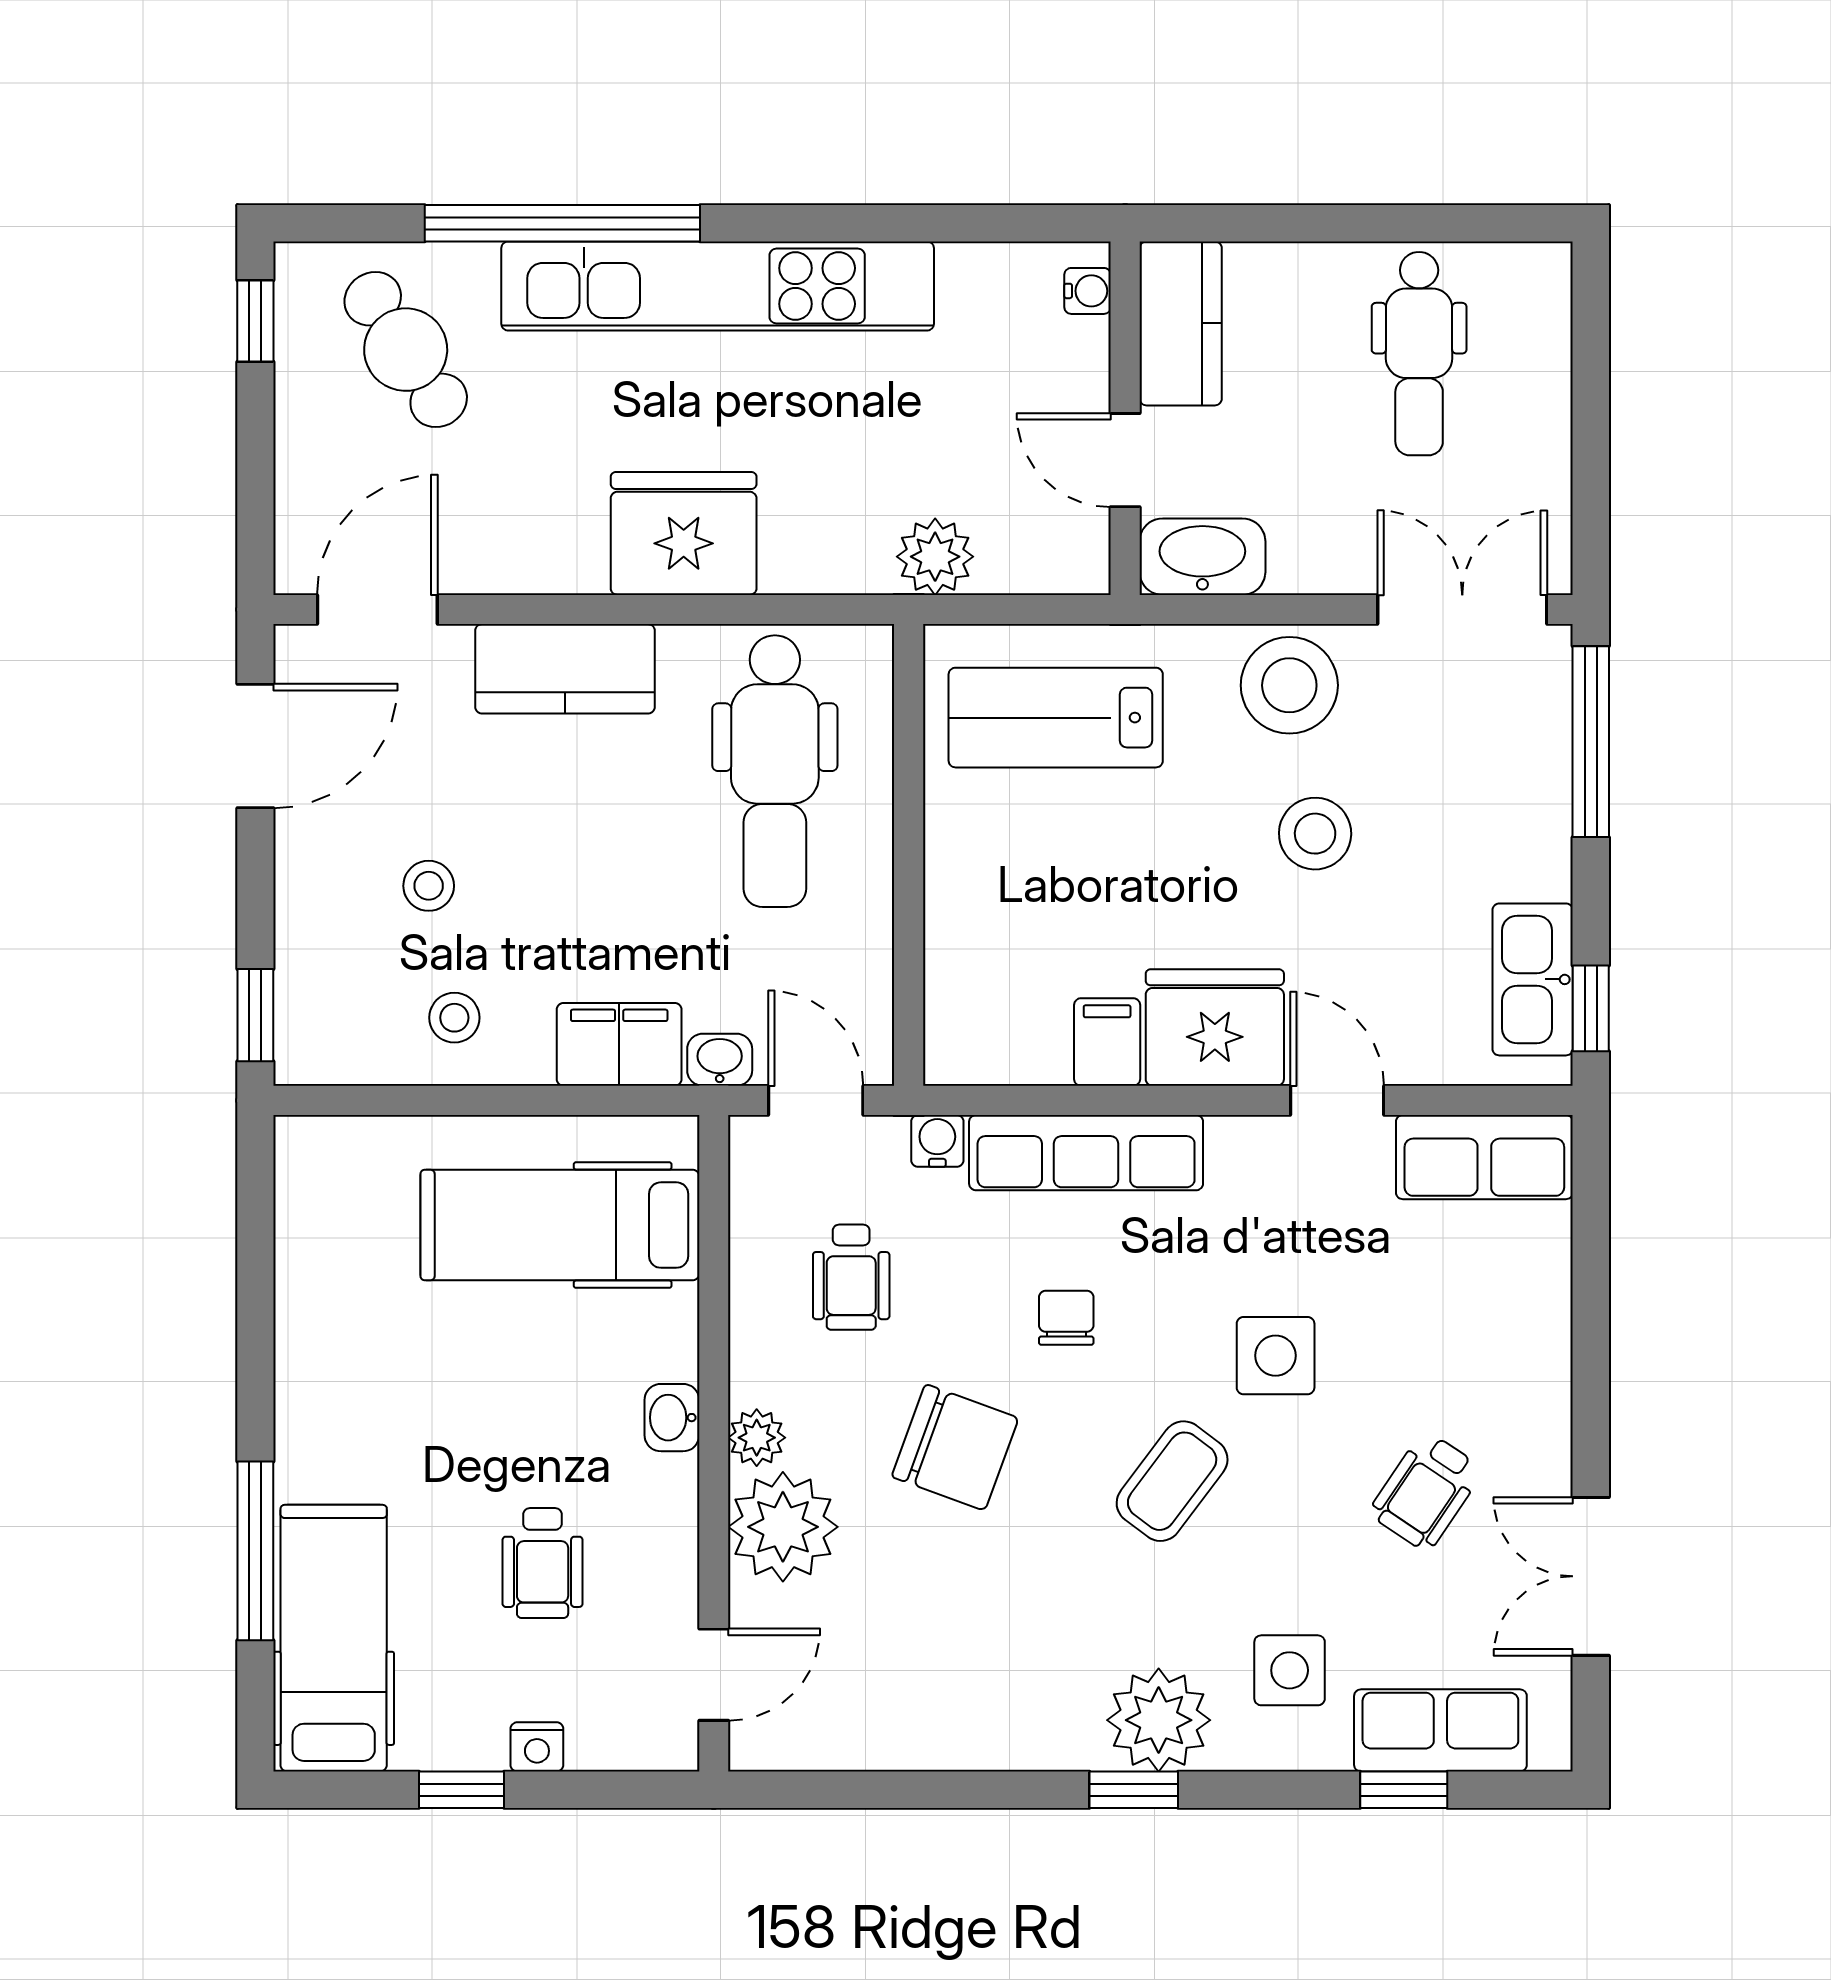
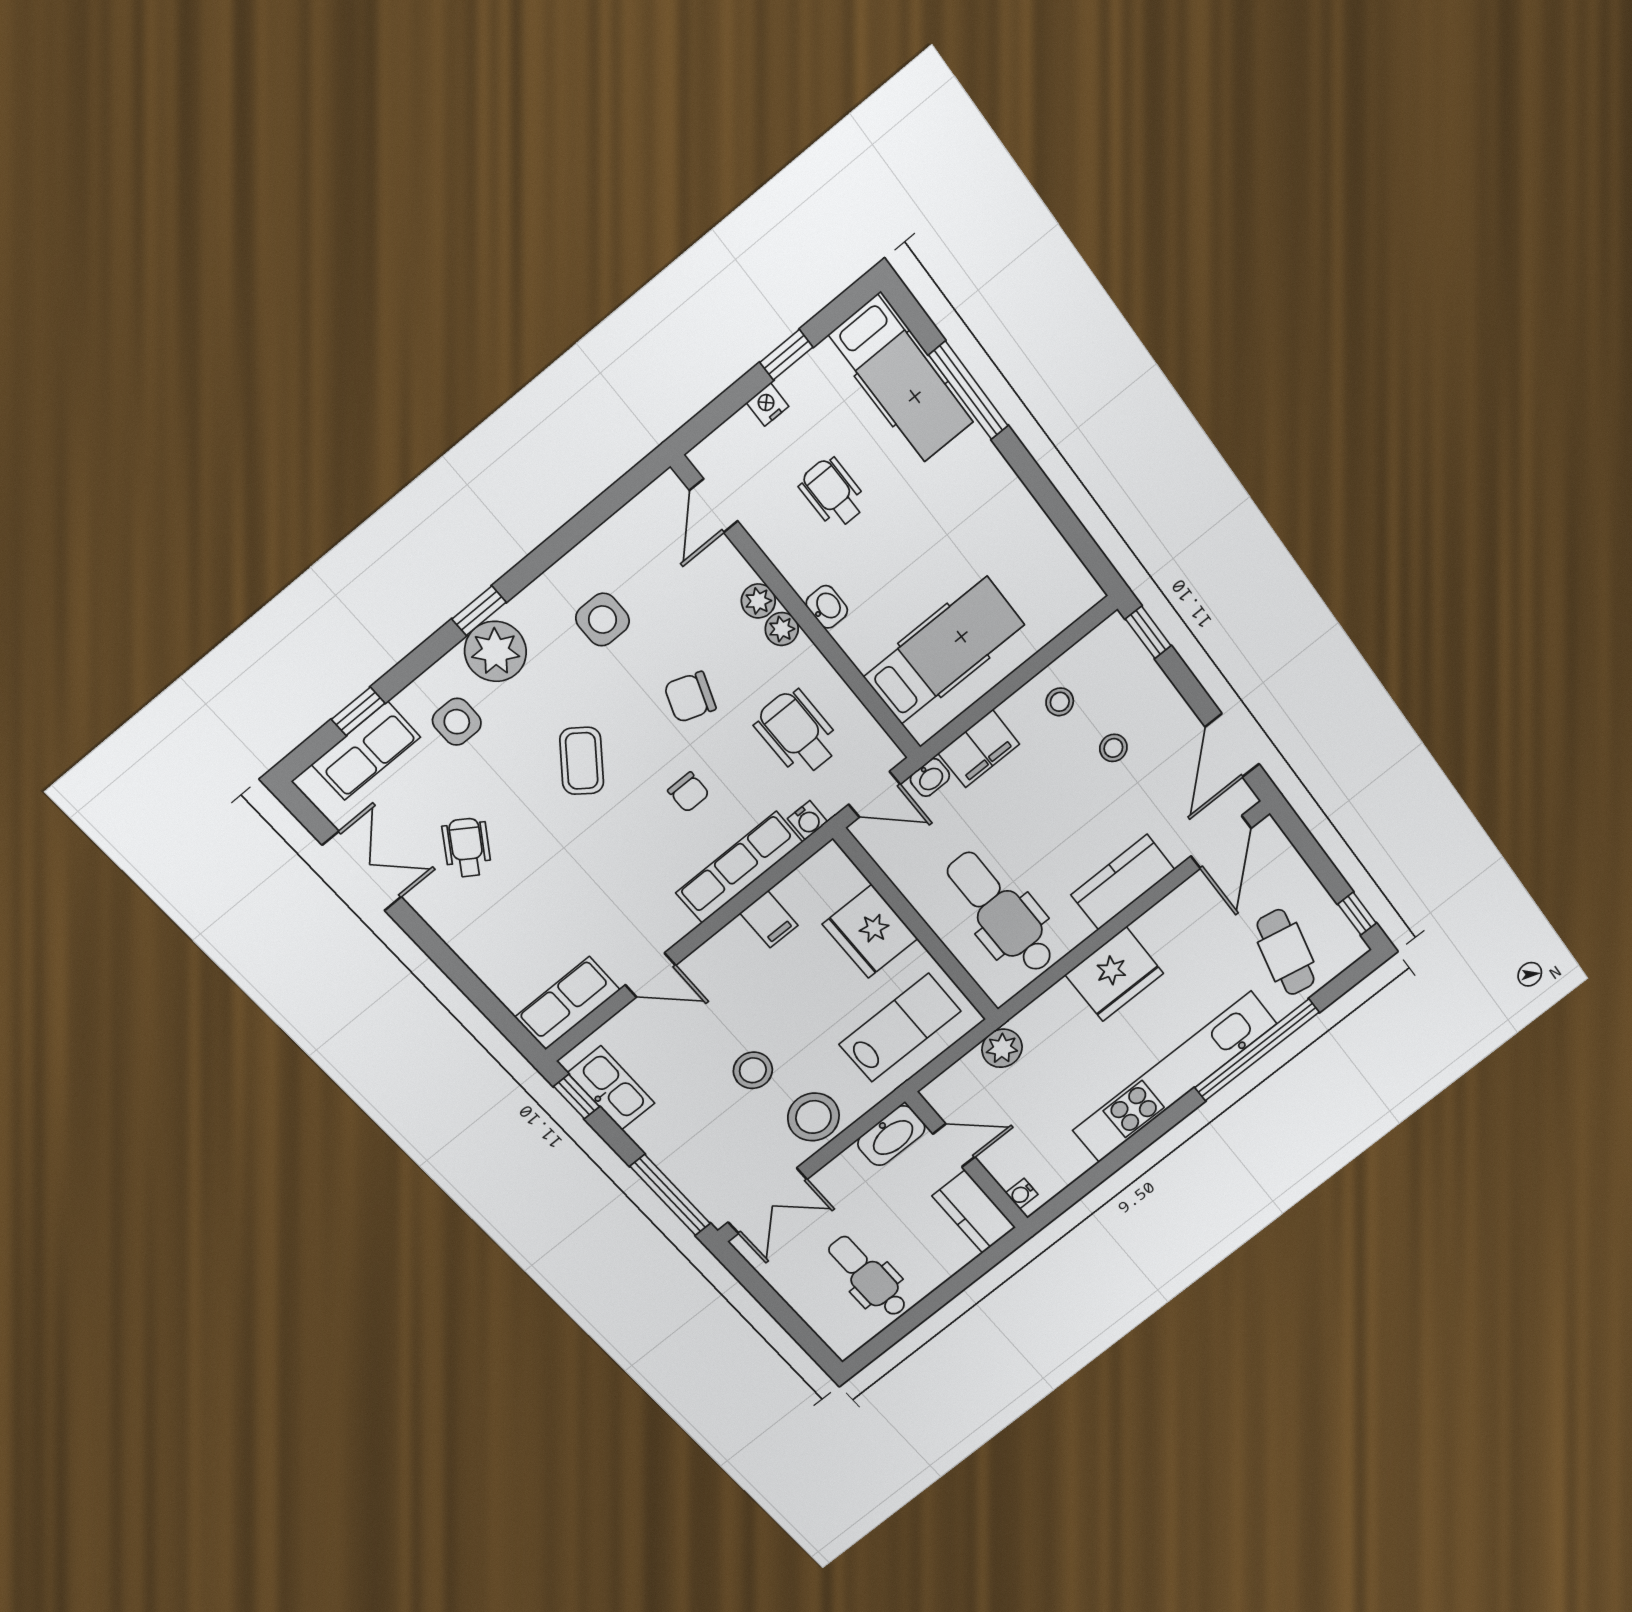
cafe table: (406, 350) -> (1286, 952), turned 45
fridge: (1215, 1028) -> (870, 931), moved, turned 90
wheelchair: (851, 1277) -> (797, 733), width x1.36, depth x1.37
side table: (1276, 1356) -> (603, 620), moved
chair: (955, 1447) -> (690, 697), width x0.73, depth x0.73
plant: (783, 1527) -> (758, 601), width x0.53, depth x0.53

